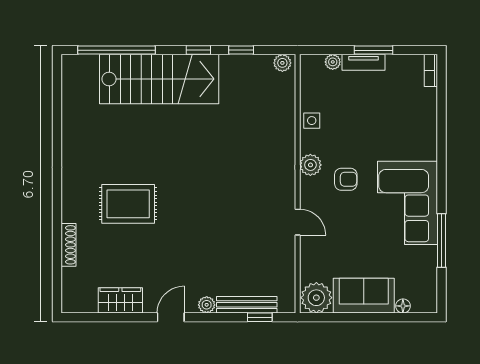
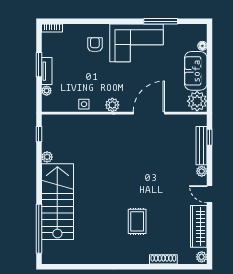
window: (198, 50) -> (39, 177), removed
window: (241, 50) -> (39, 134), moved
plant: (282, 63) -> (47, 157), moved
armchair: (346, 179) -> (95, 45), moved
rug: (128, 204) -> (137, 221), width x0.73, depth x0.70
door: (298, 222) -> (149, 113), width x1.88
wardrobe: (120, 300) -> (199, 226), width x1.50
plant: (73, 305) -> (202, 257), added

